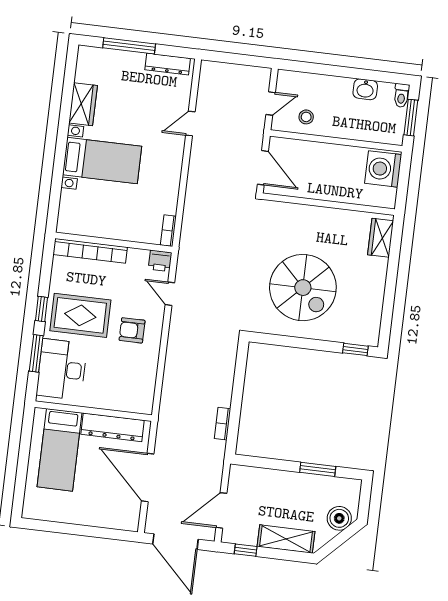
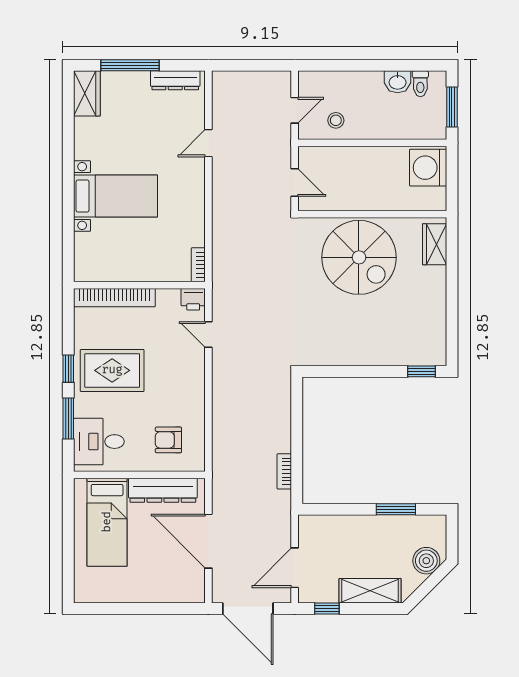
toilet: (401, 95) -> (420, 84), moved
wardrobe: (83, 104) -> (87, 93), moved
door: (263, 168) -> (295, 182), width x0.73
spiral stairs: (303, 288) -> (359, 257), moved
armchair: (132, 330) -> (168, 440), moved
desk: (62, 369) -> (99, 442), width x0.73

